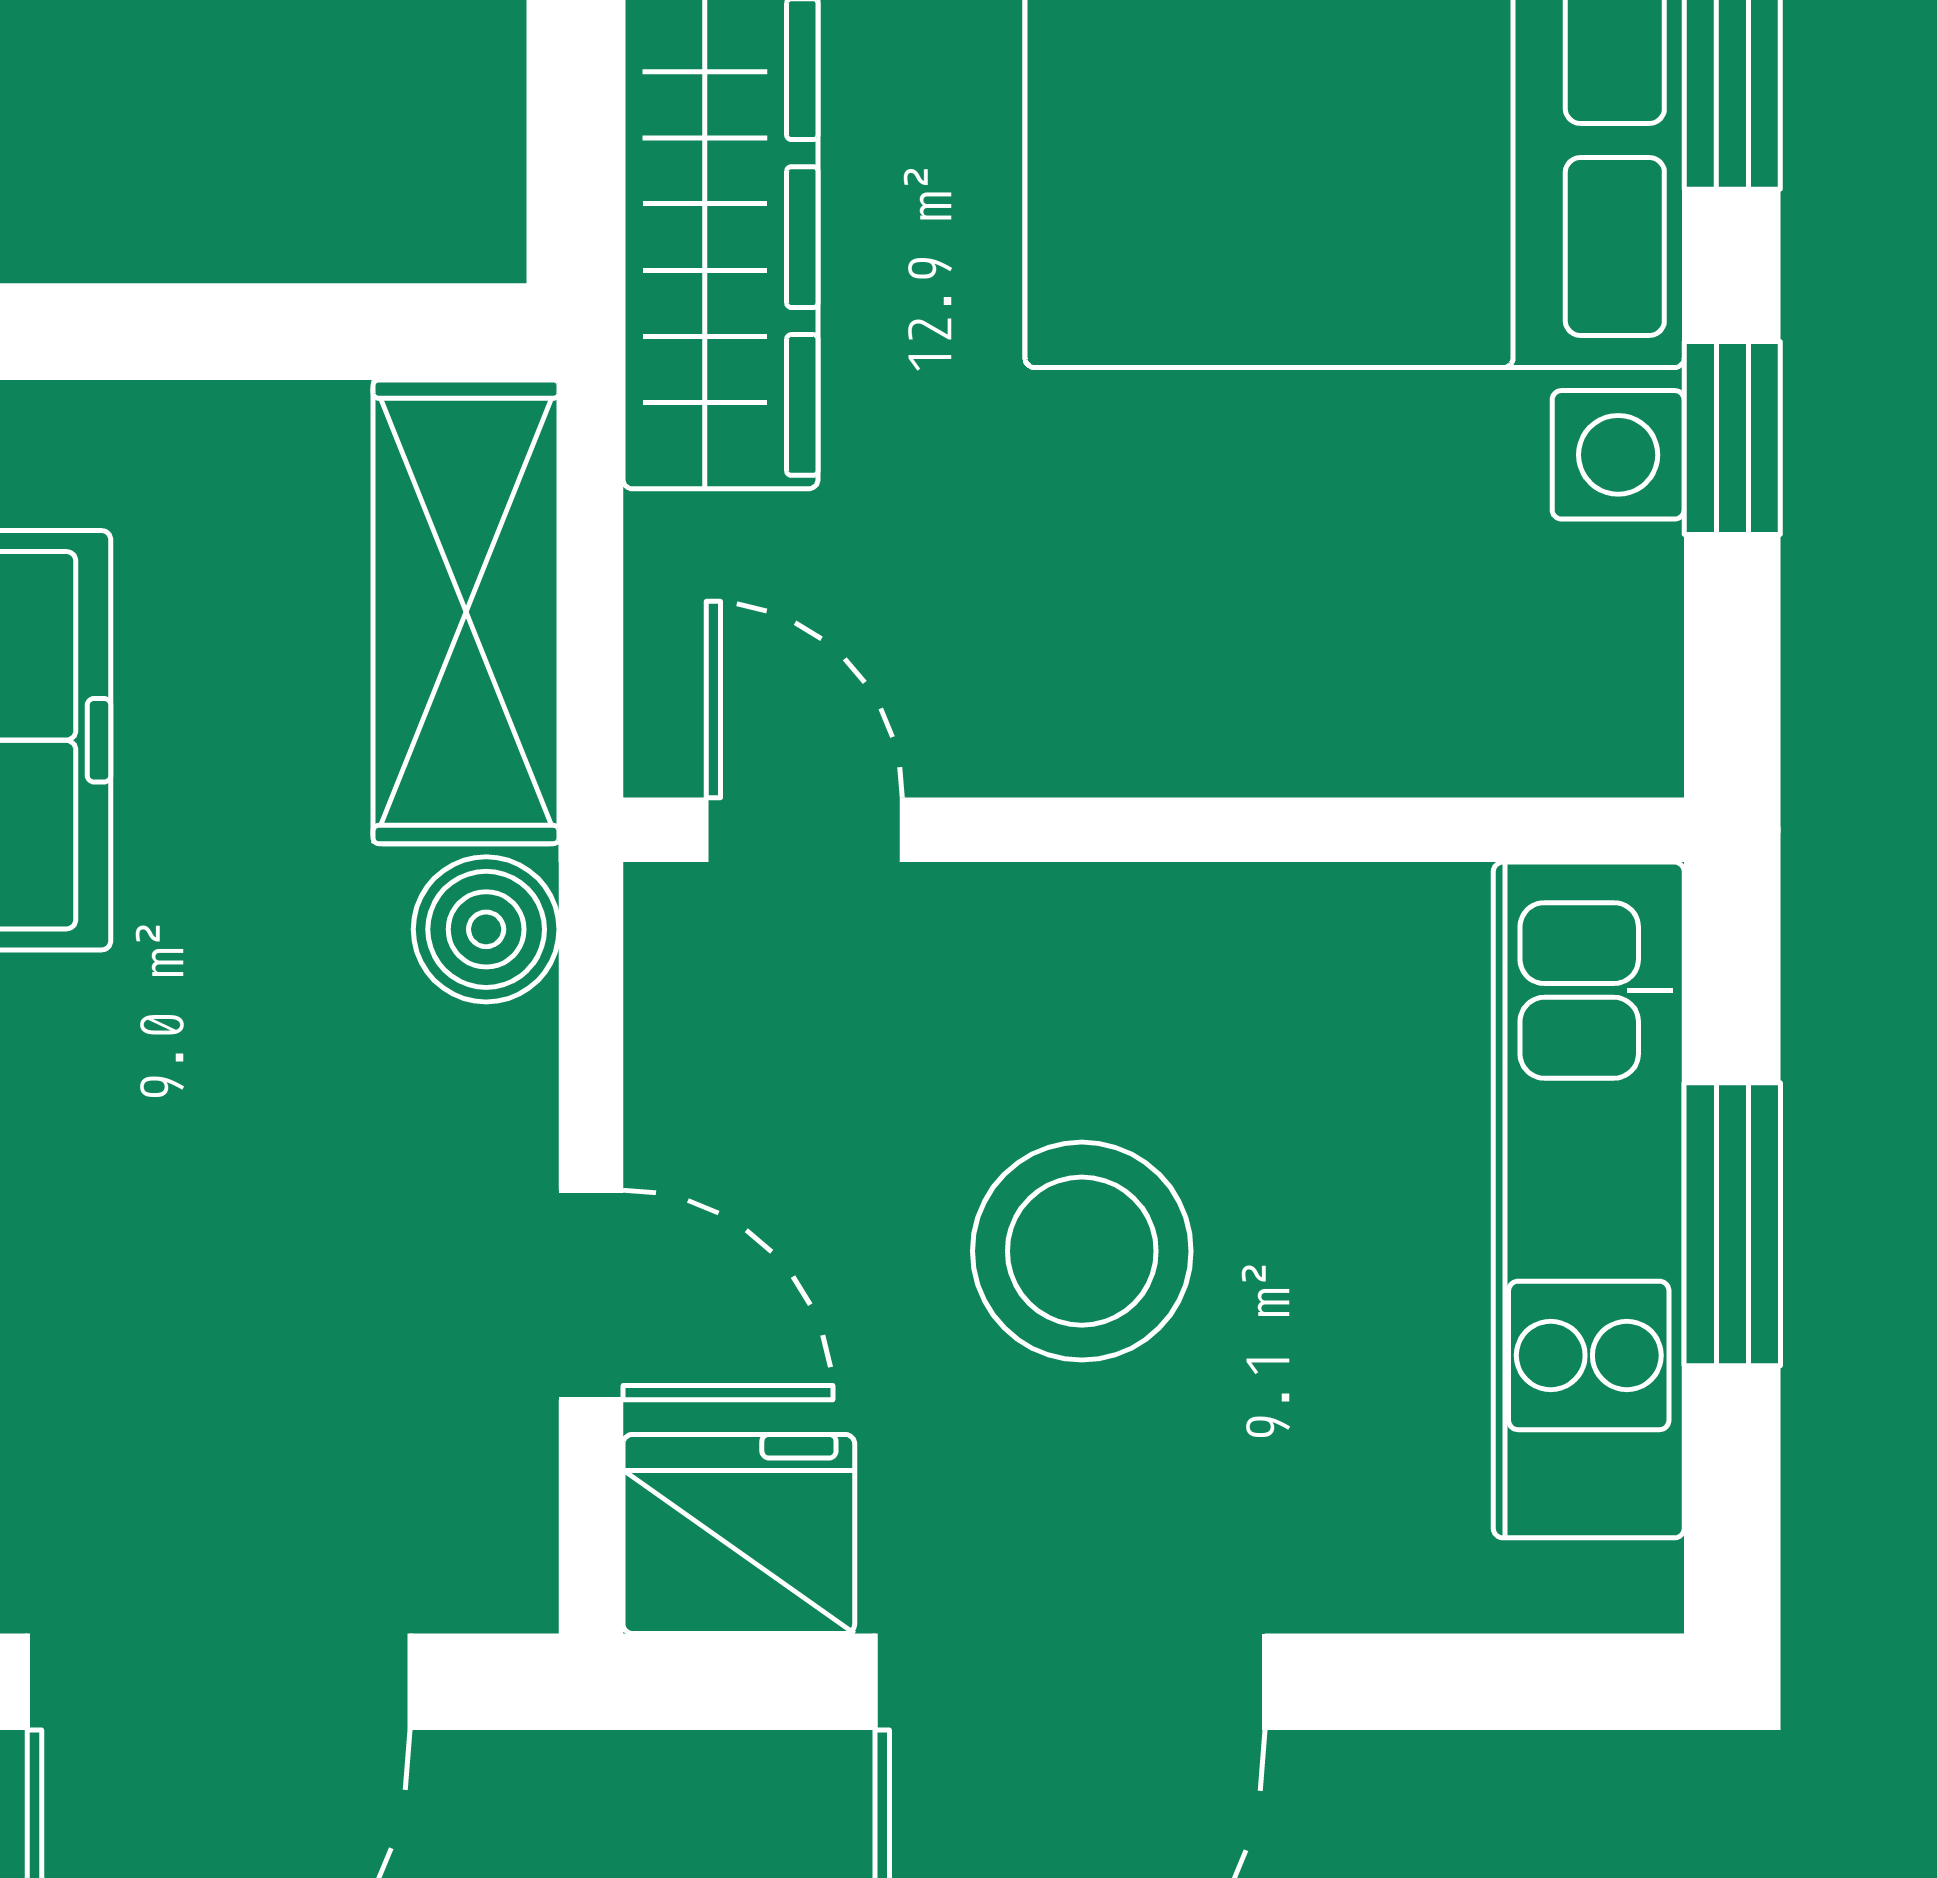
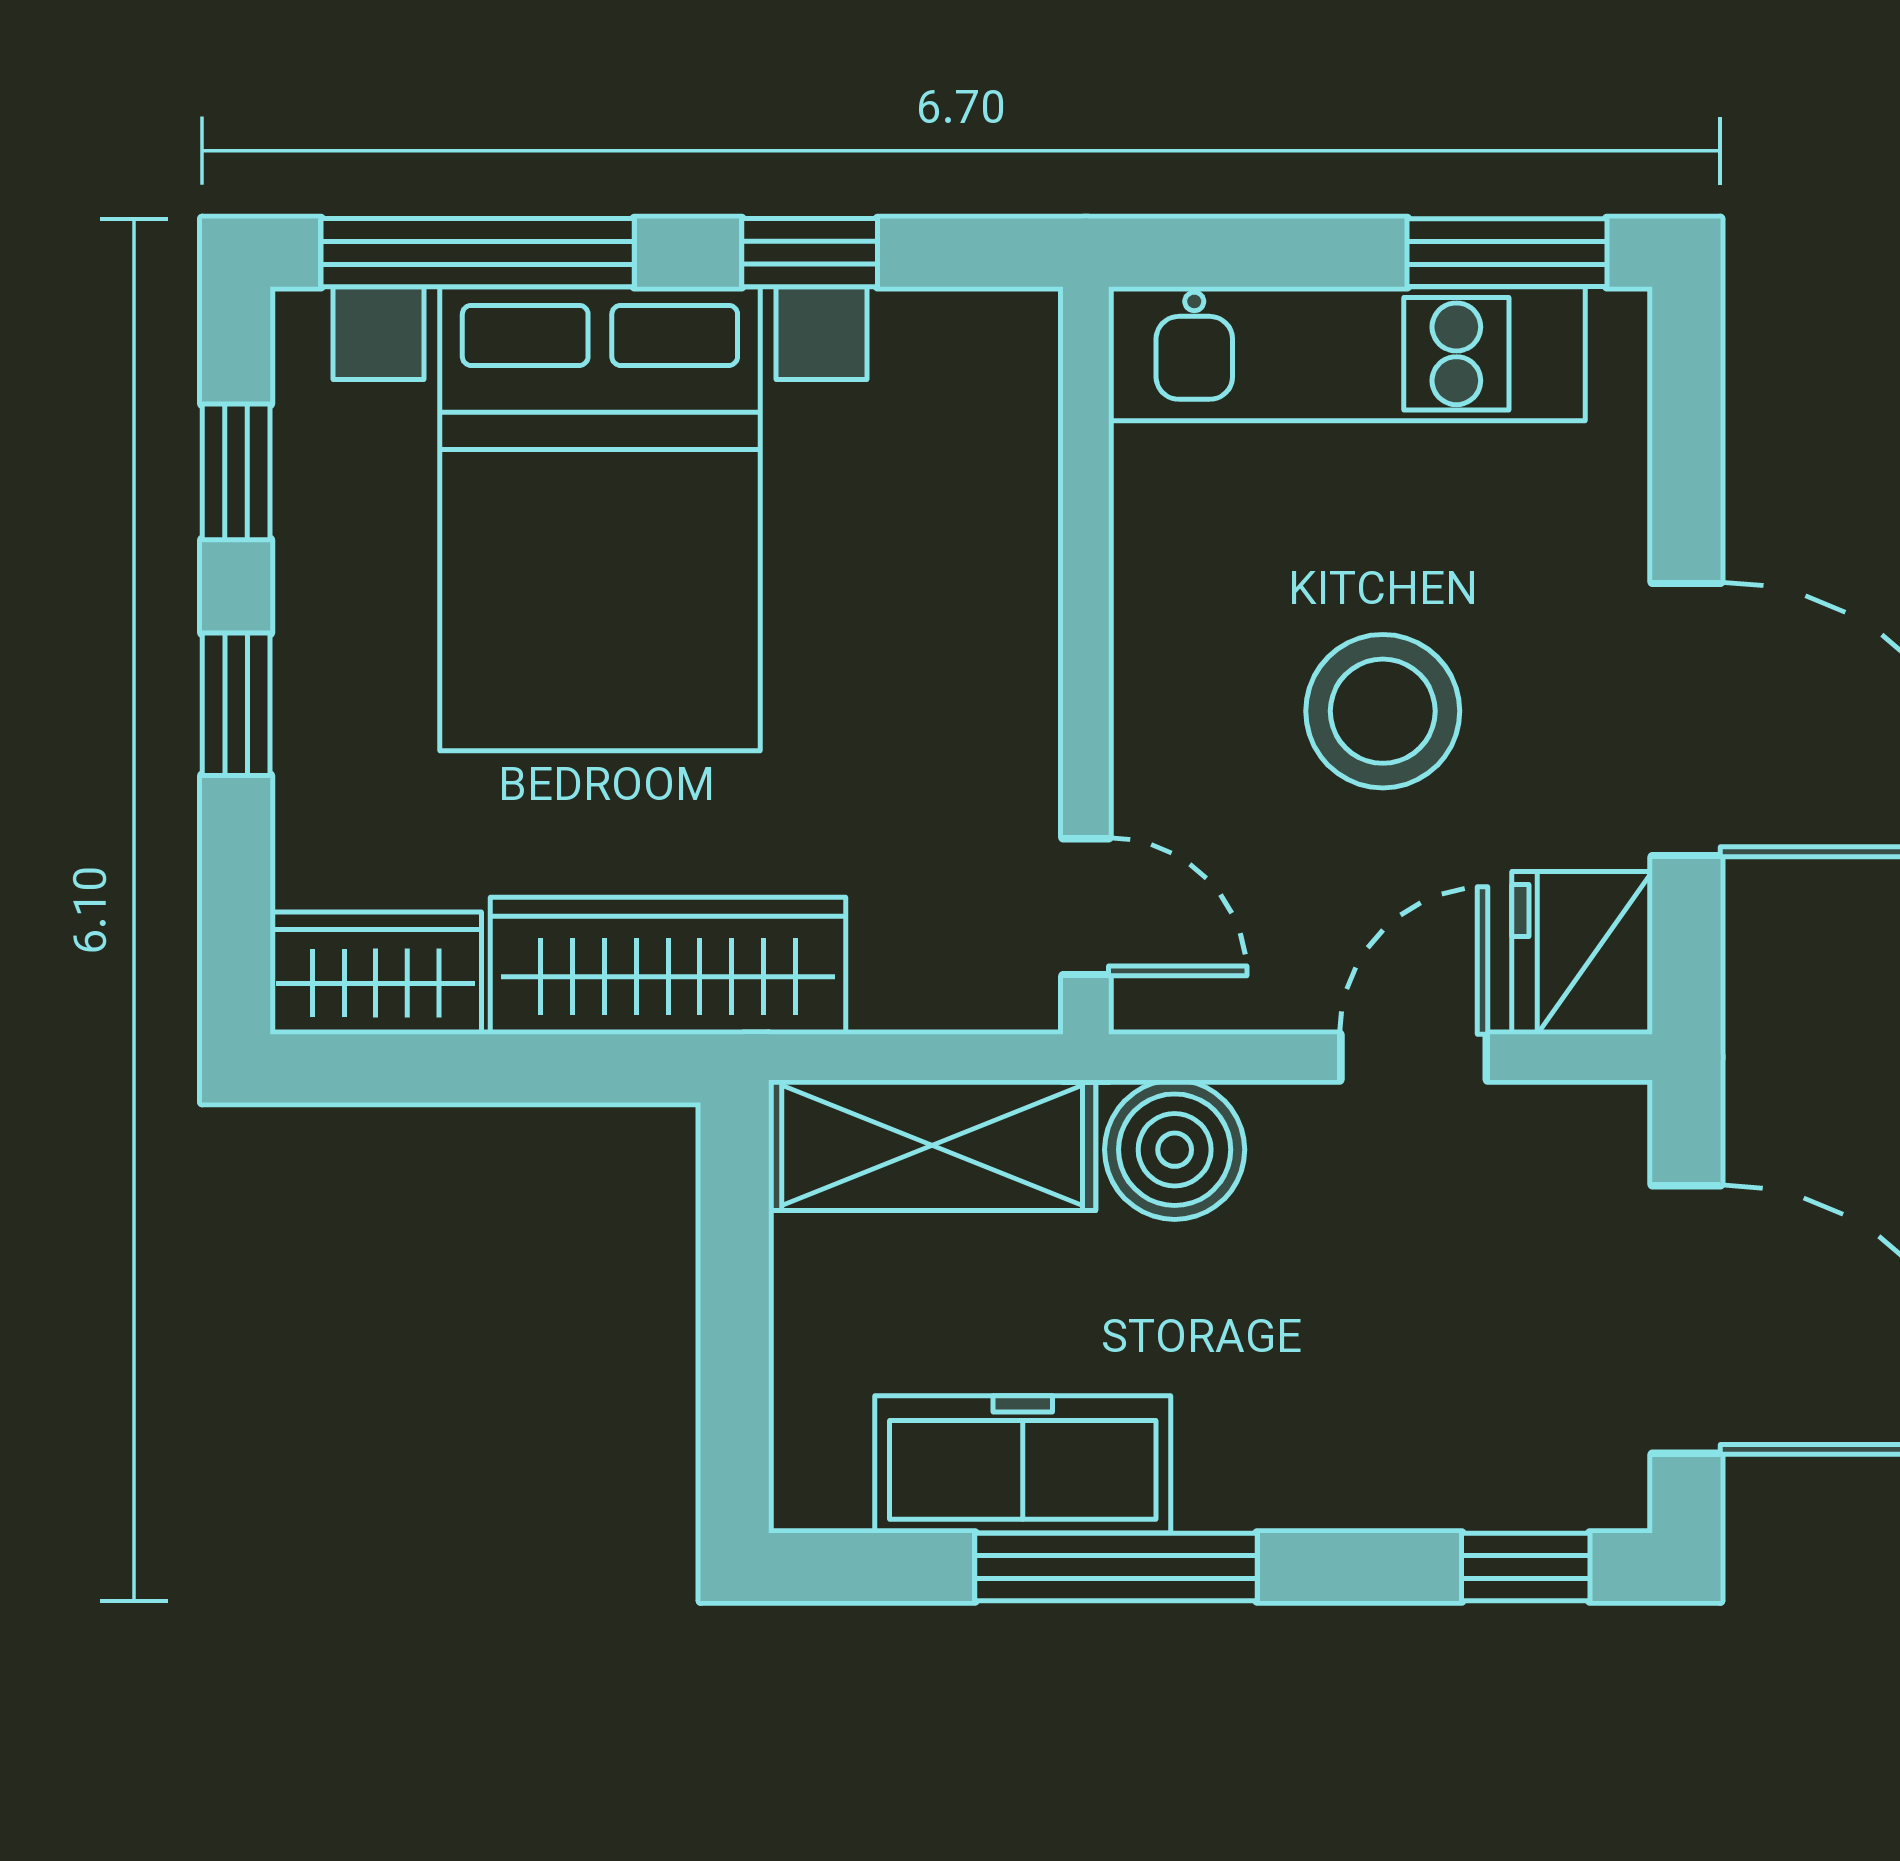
door: (804, 830) -> (1086, 907), swing flipped
boiler: (486, 929) -> (1175, 1150), width x1.36, depth x1.36
window: (1732, 1224) -> (1507, 253), moved

